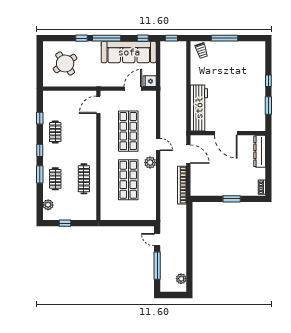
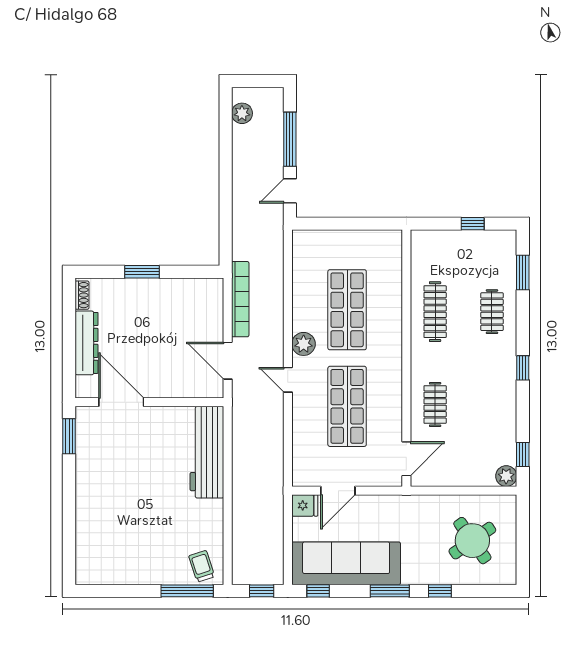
window: (107, 38) -> (390, 591), width x0.69
window: (225, 38) -> (187, 591), moved
window: (268, 81) -> (69, 506), removed
window: (268, 106) -> (69, 436), moved
window: (40, 118) -> (523, 455), moved
clothes rail: (55, 132) -> (435, 405), moved
door: (226, 133) -> (121, 402), moved
dresser: (260, 151) -> (86, 343), moved
window: (40, 174) -> (523, 272), moved
plant: (48, 205) -> (506, 476), moved
door: (157, 240) -> (290, 191), swing flipped

